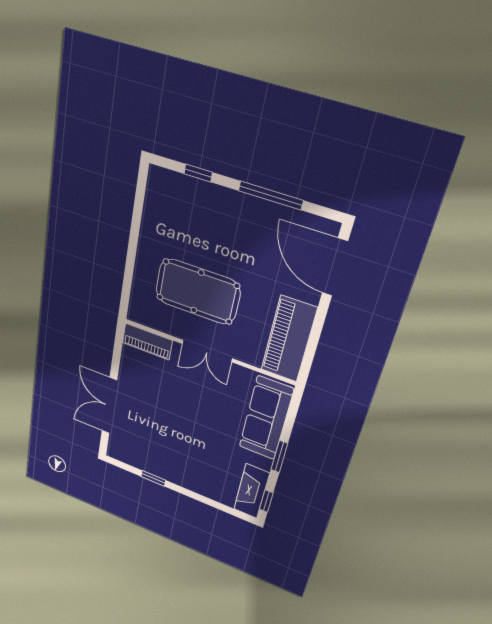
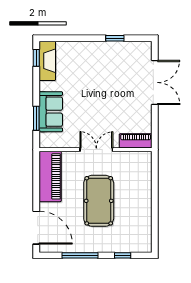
pool table: (197, 292) -> (99, 201), moved, turned 90
sofa: (266, 418) -> (51, 112), width x0.73
window: (279, 457) -> (36, 118), moved

